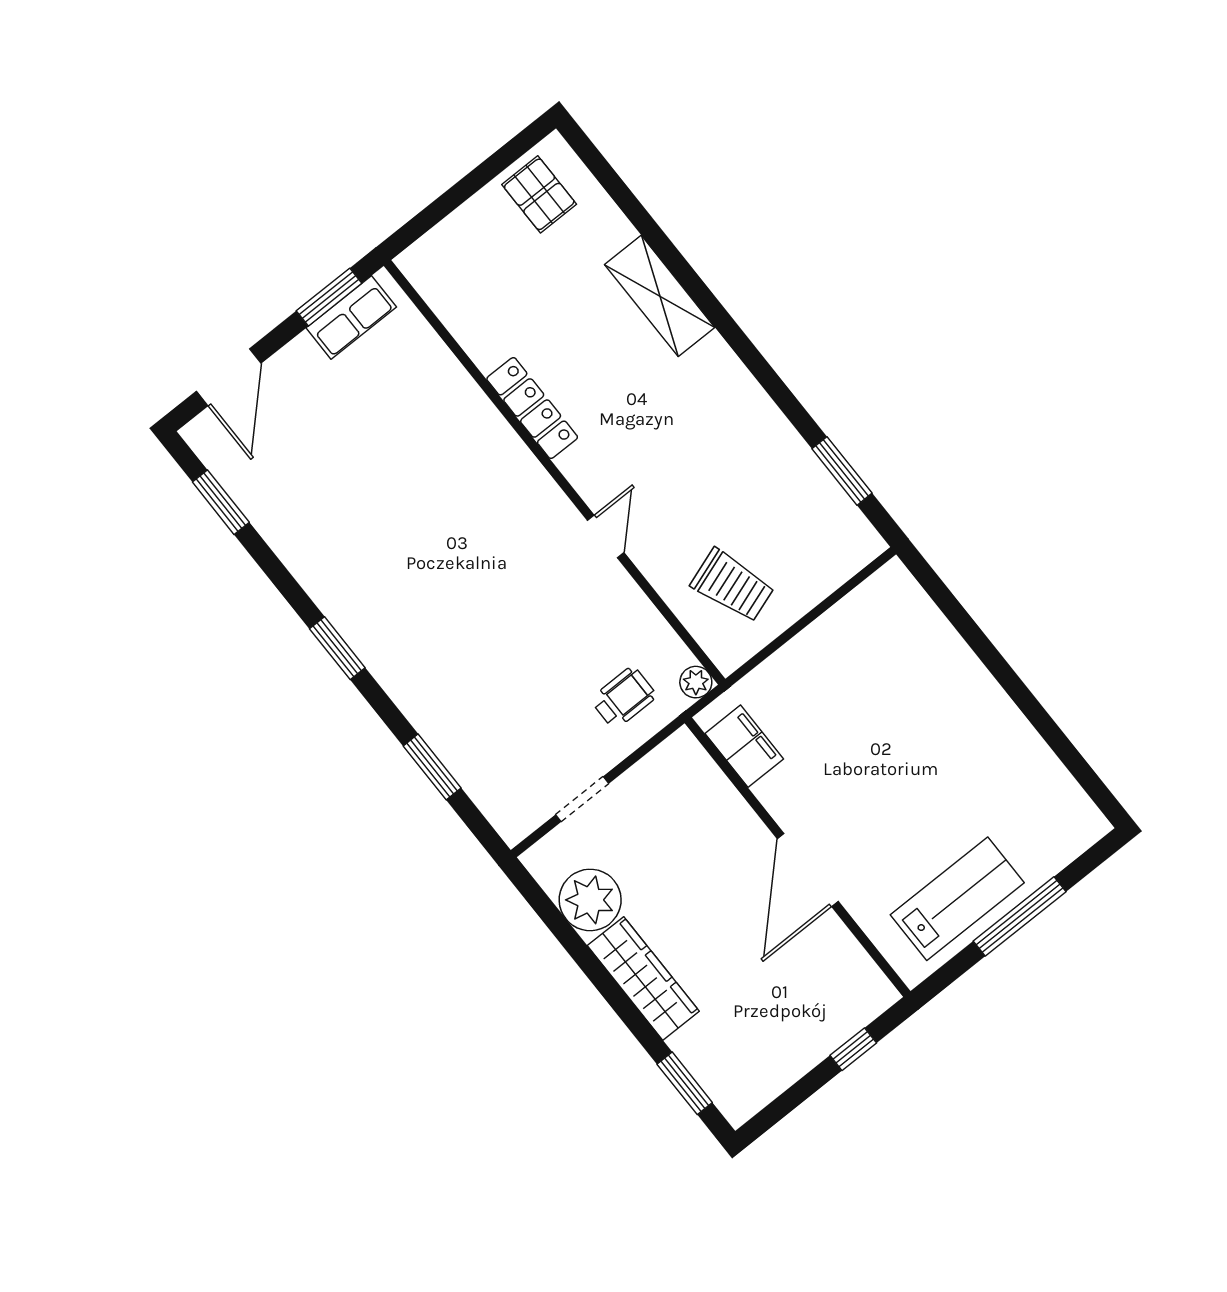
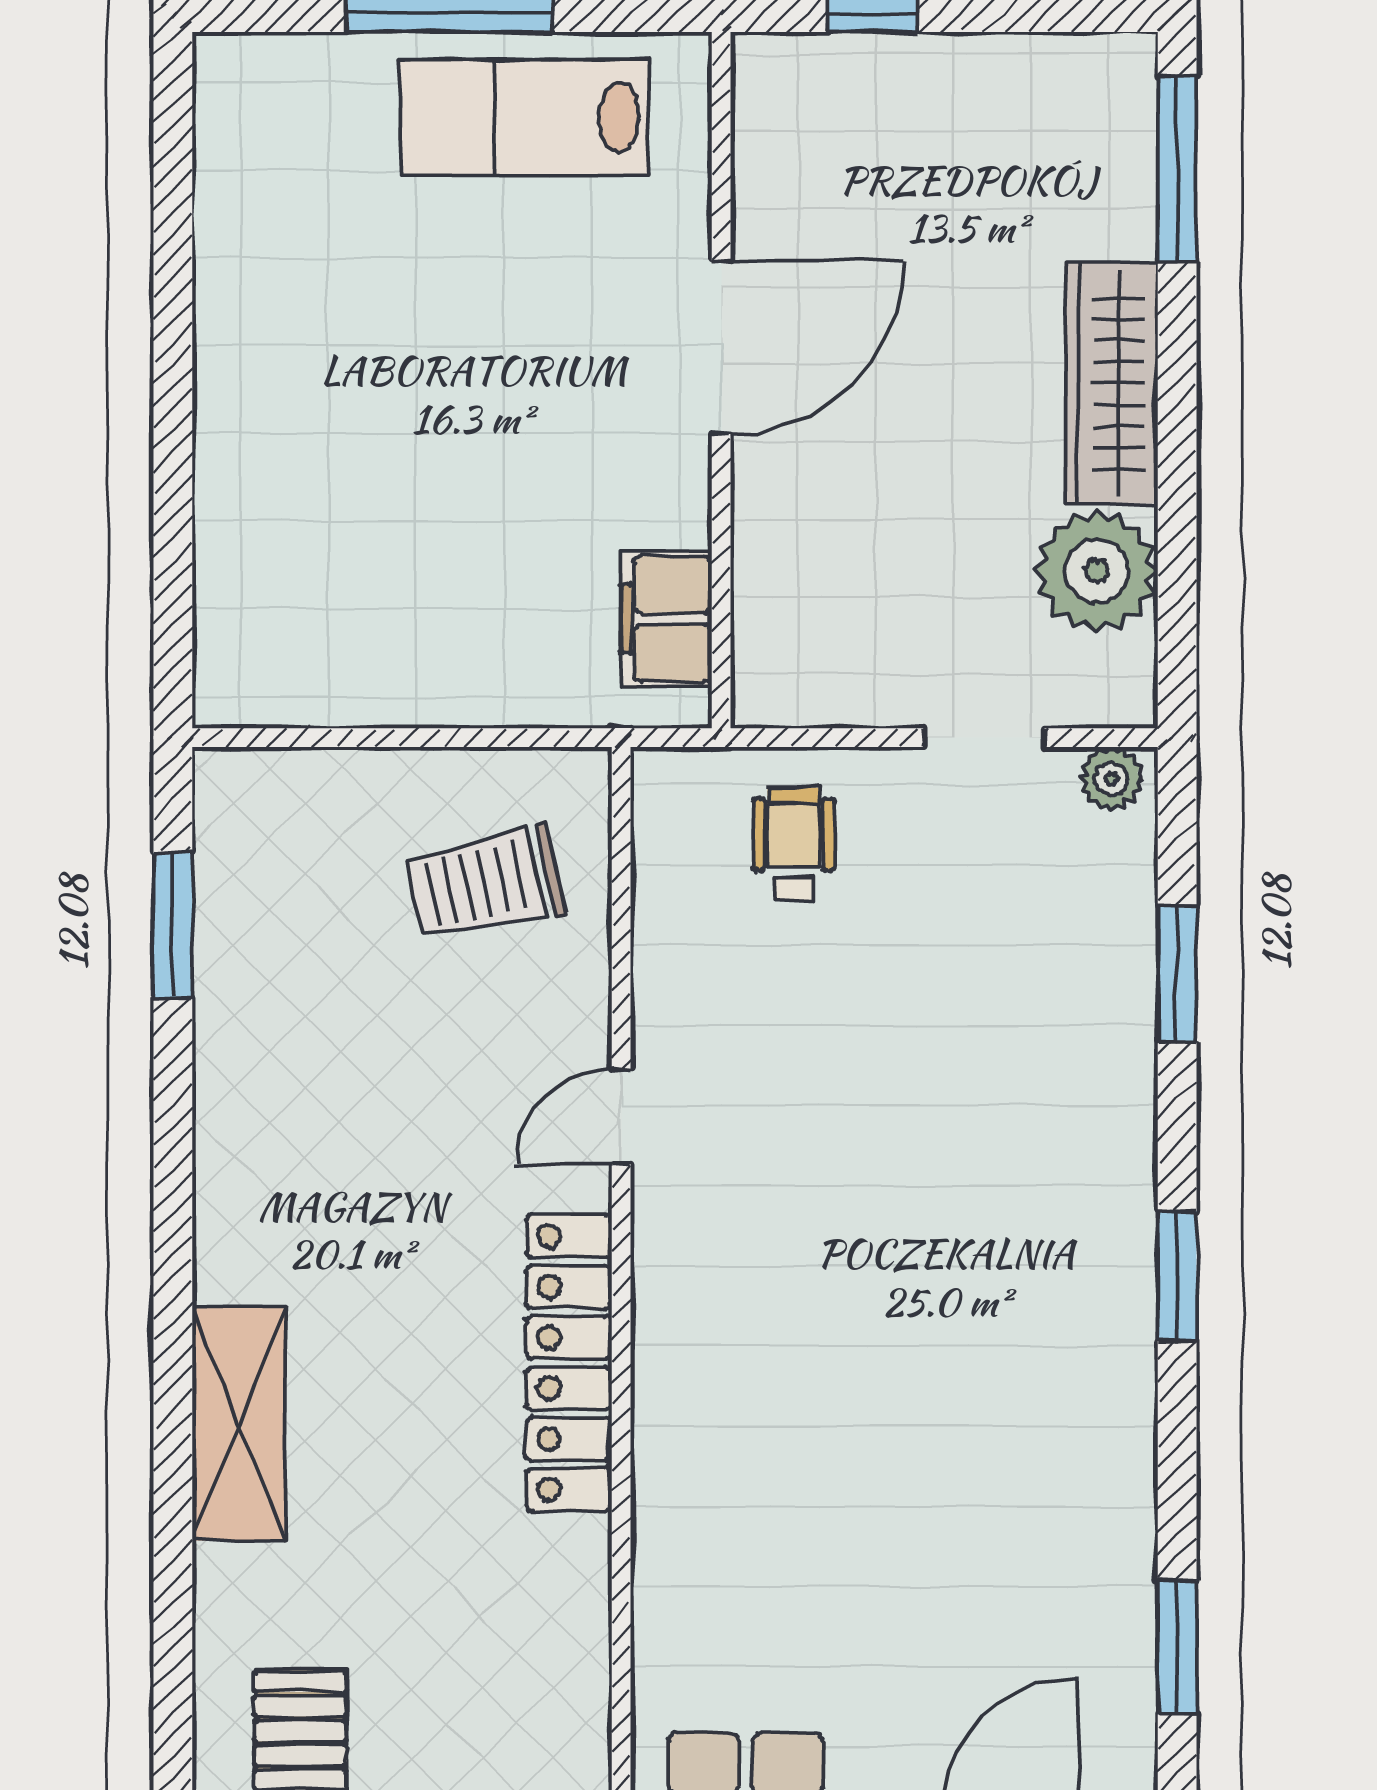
locker: (532, 408) -> (569, 1363), width x1.41, depth x1.21
trolley: (732, 586) -> (485, 883), turned -83
plant: (696, 682) -> (1111, 778), moved
wheelchair: (624, 698) -> (794, 844), turned 90
window: (685, 1083) -> (1177, 169), width x1.44

